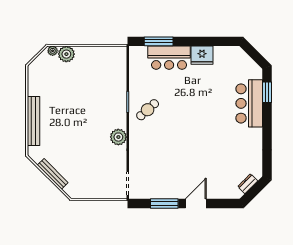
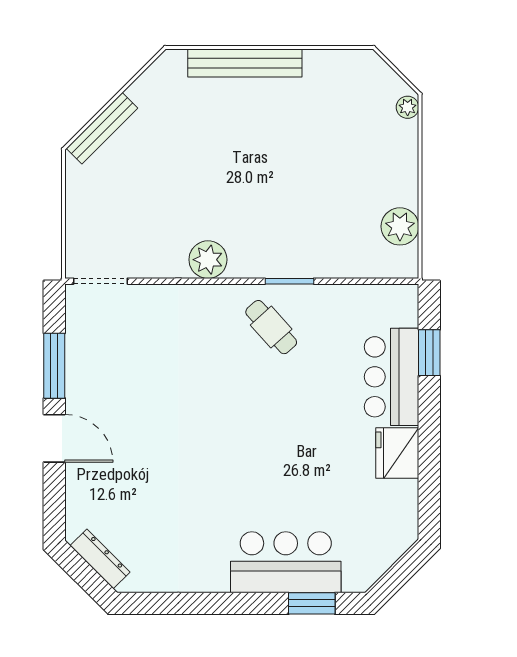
window: (159, 41) -> (429, 353), width x0.69
plant: (66, 54) -> (400, 226), moved
bench: (53, 174) -> (102, 128), moved
dresser: (248, 184) -> (100, 559), width x1.44

